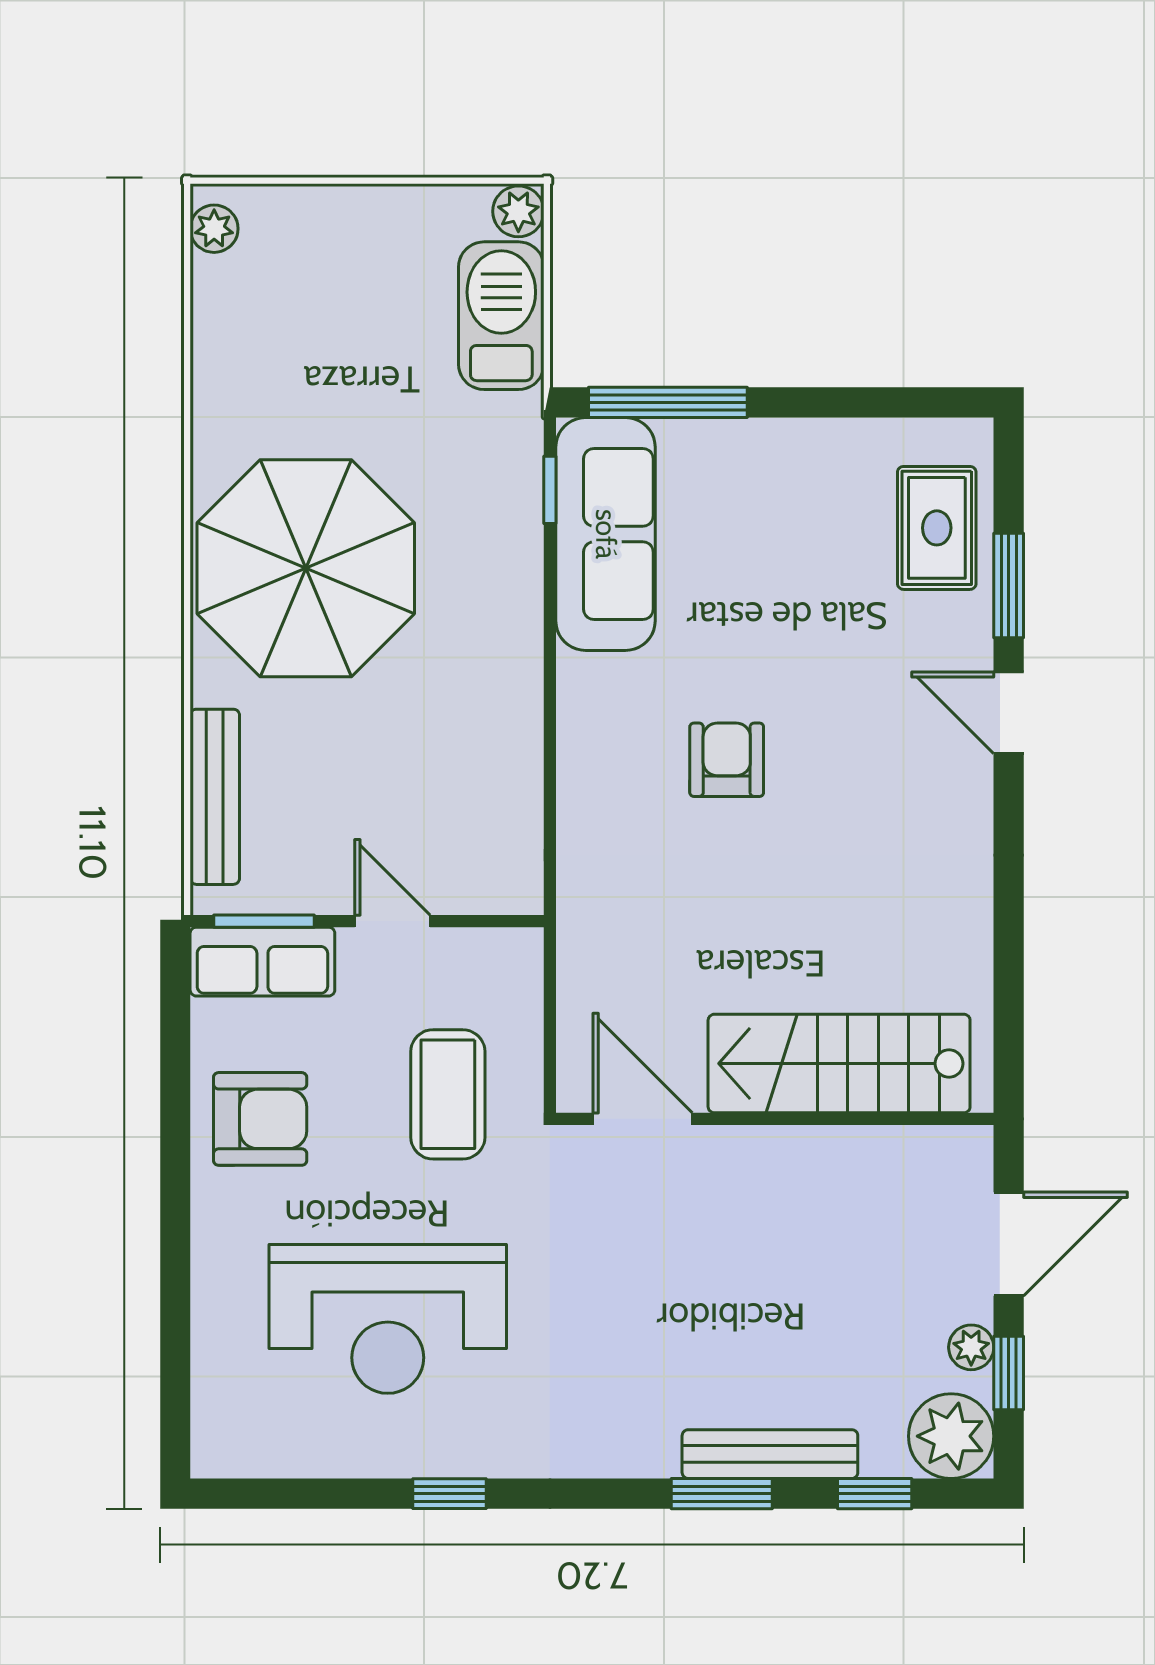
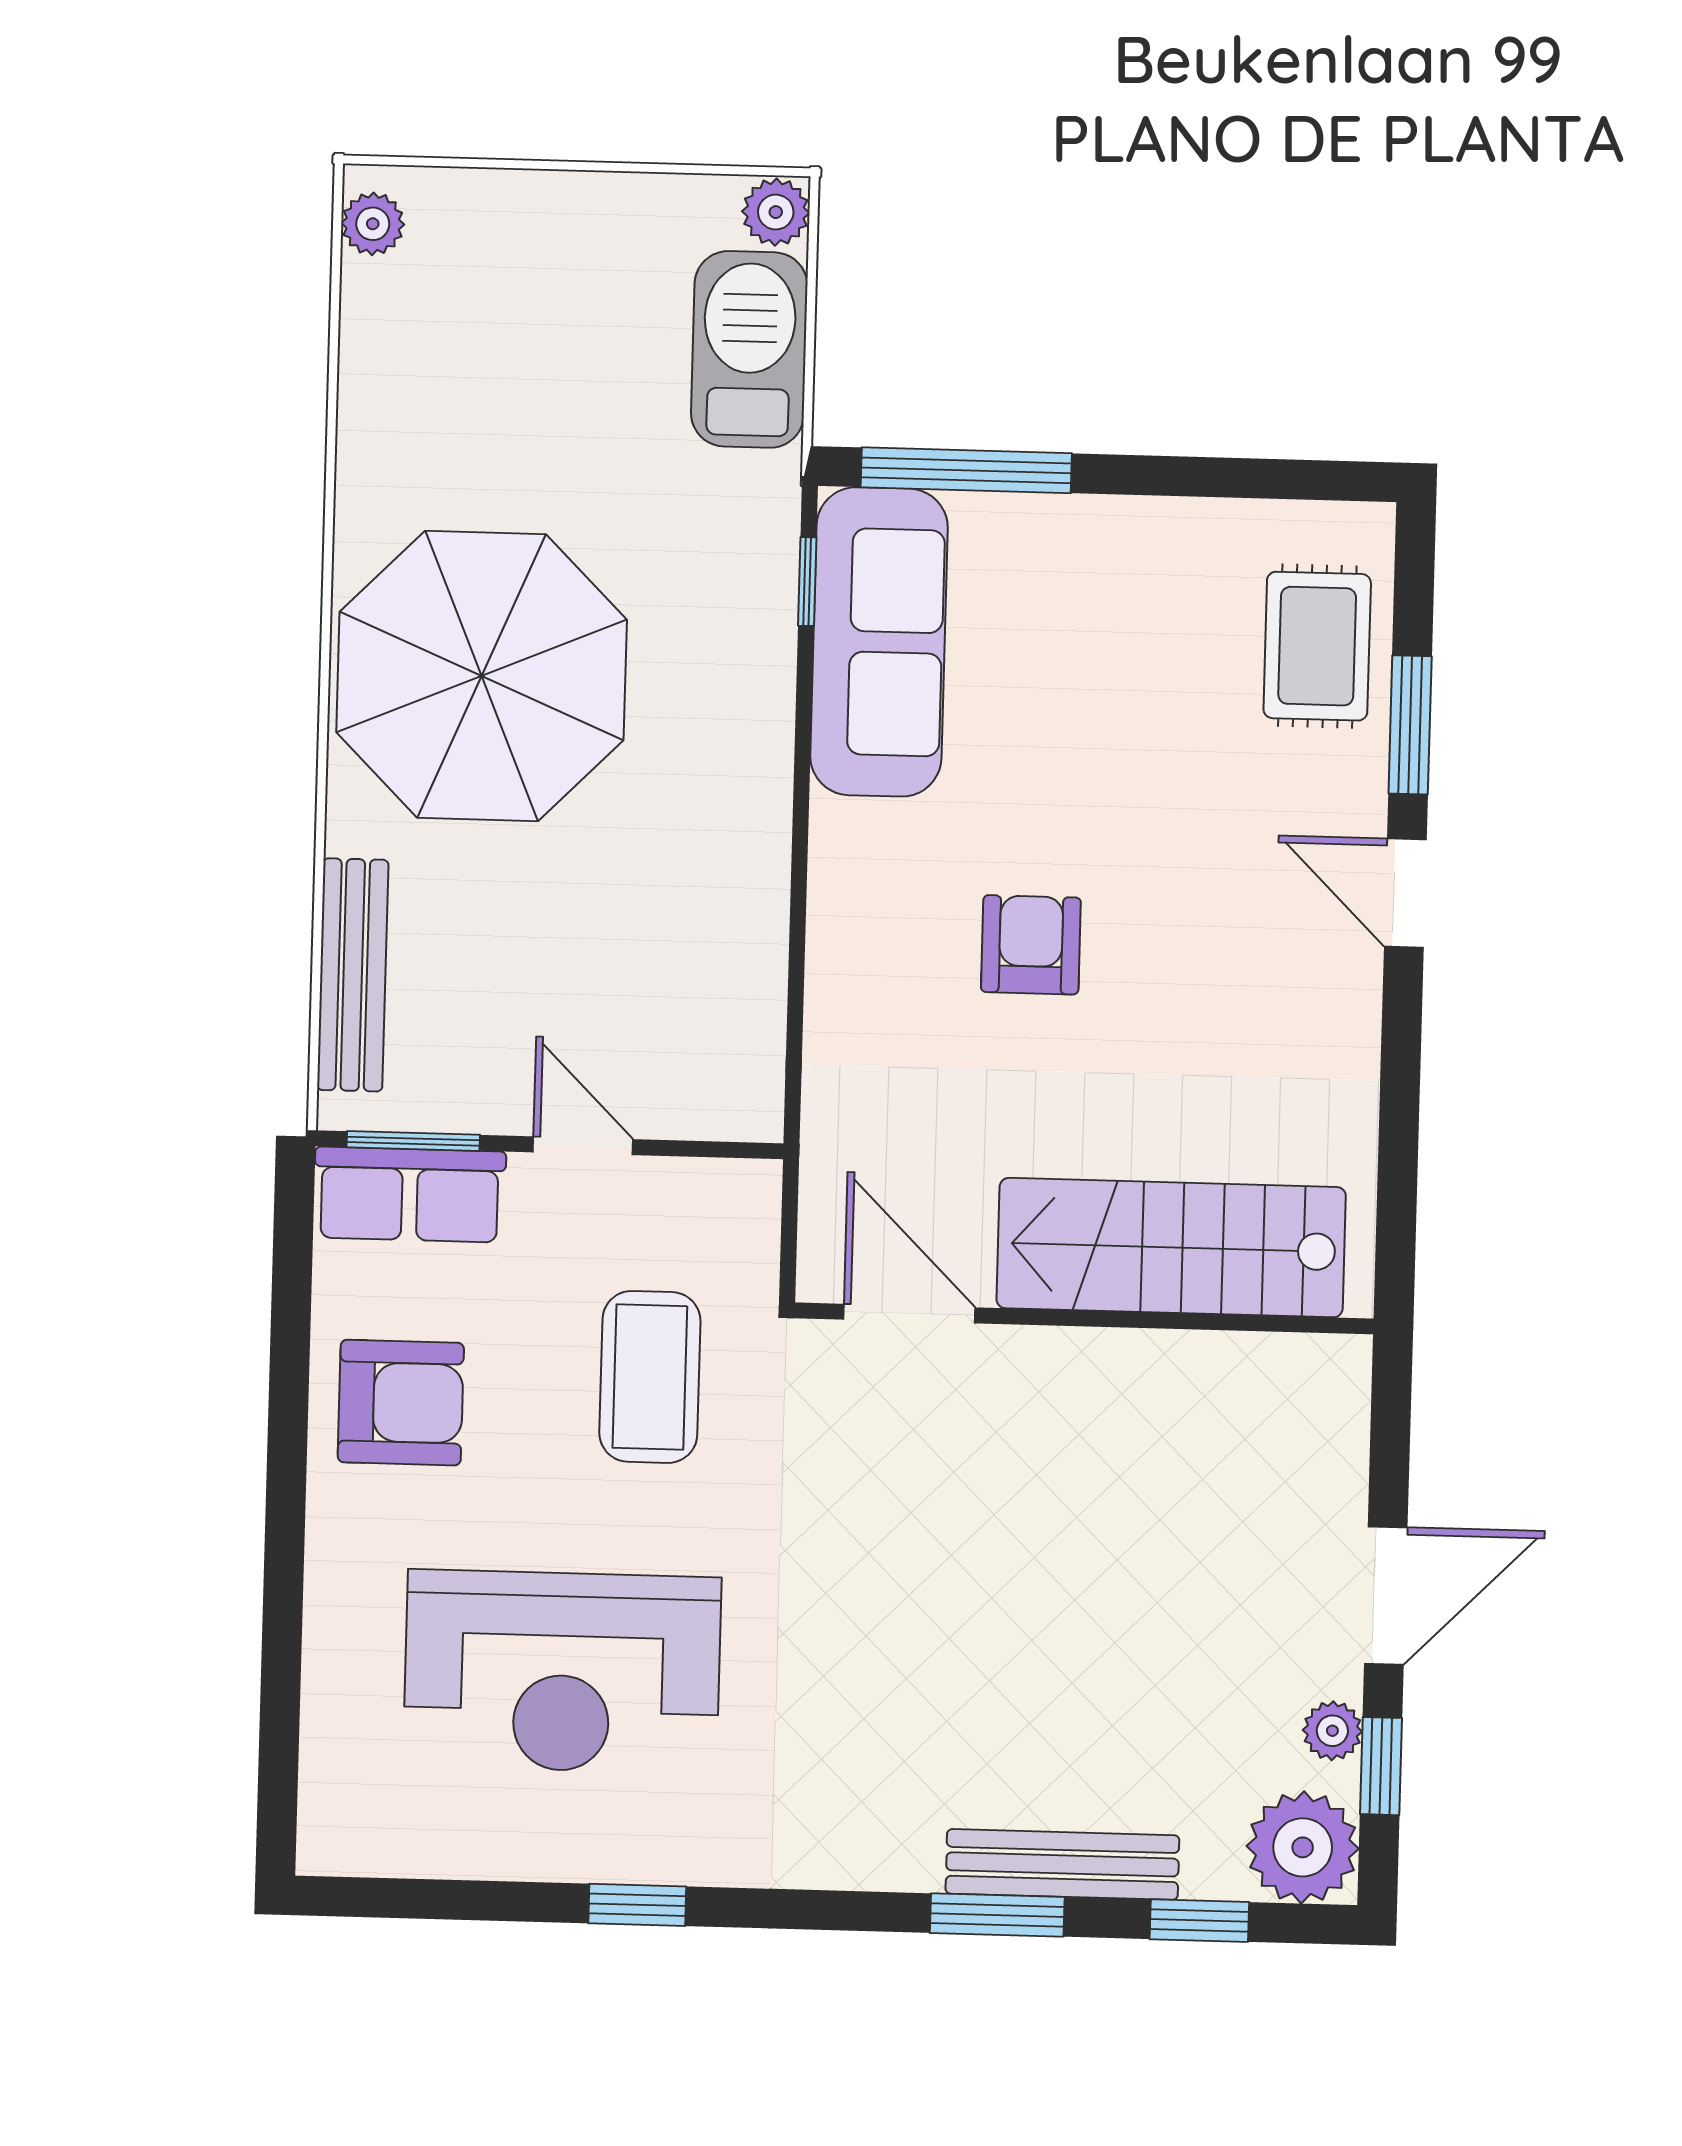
stairs: (839, 1064) -> (1171, 1248), moved
door: (643, 1119) -> (909, 1314), moved
wall: (775, 1119) -> (1084, 1318), moved

